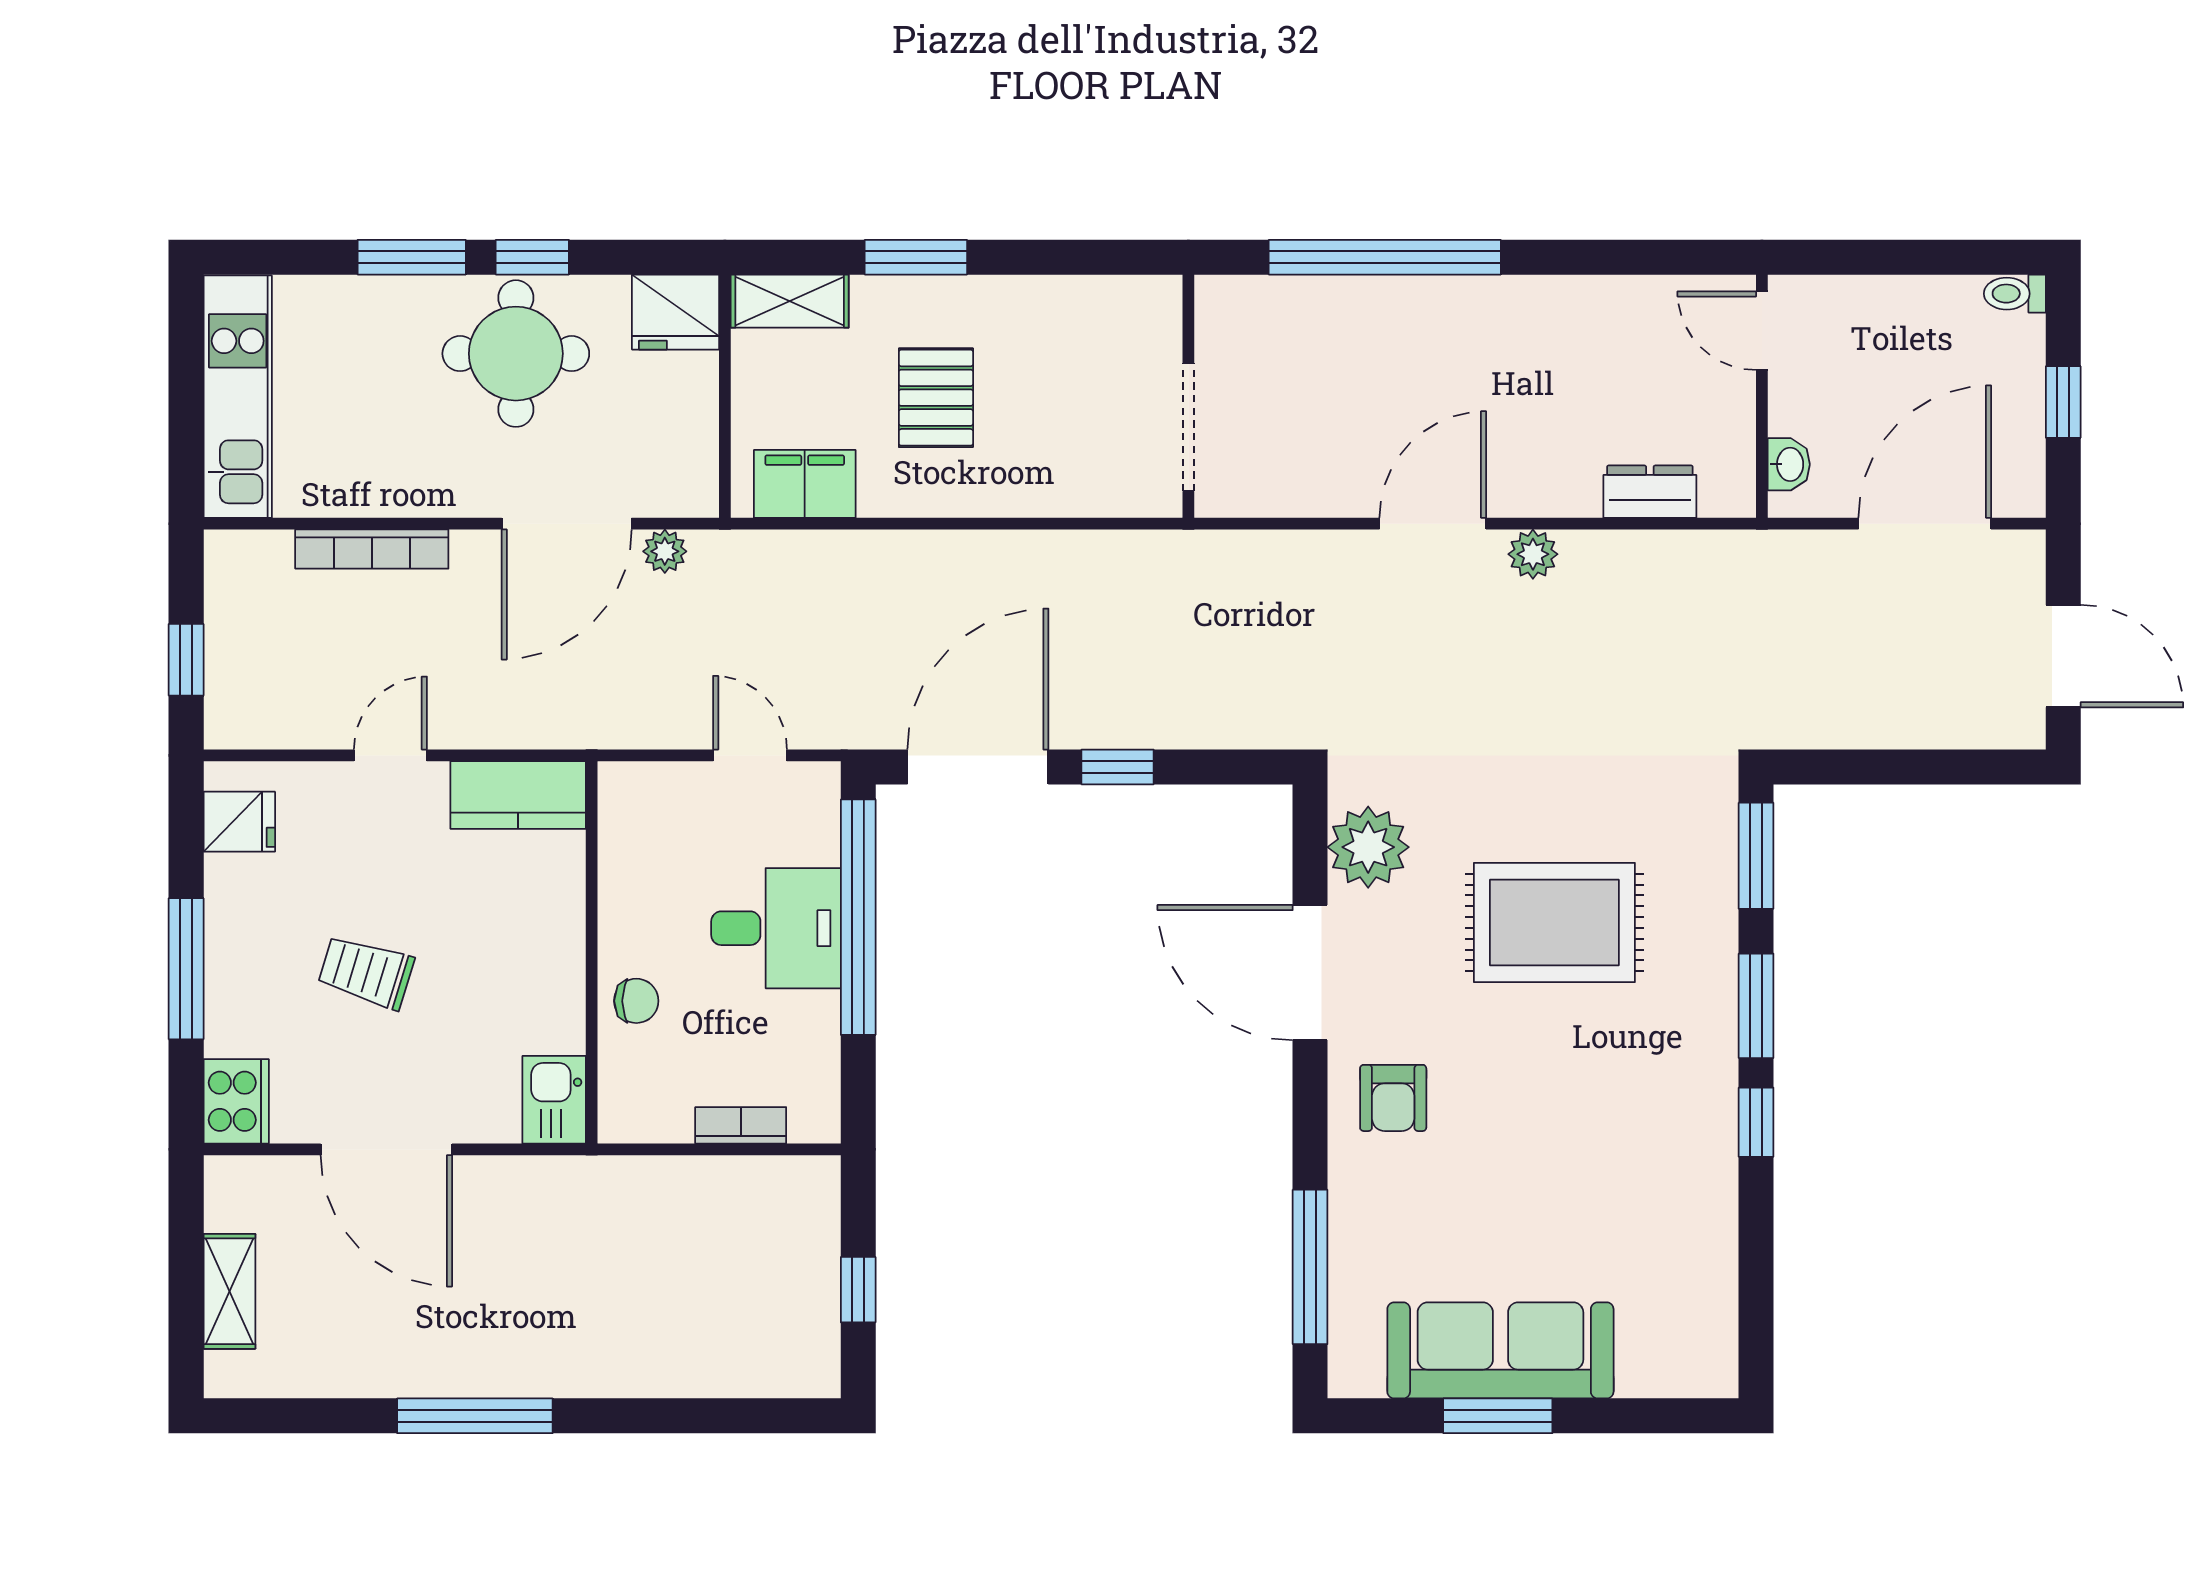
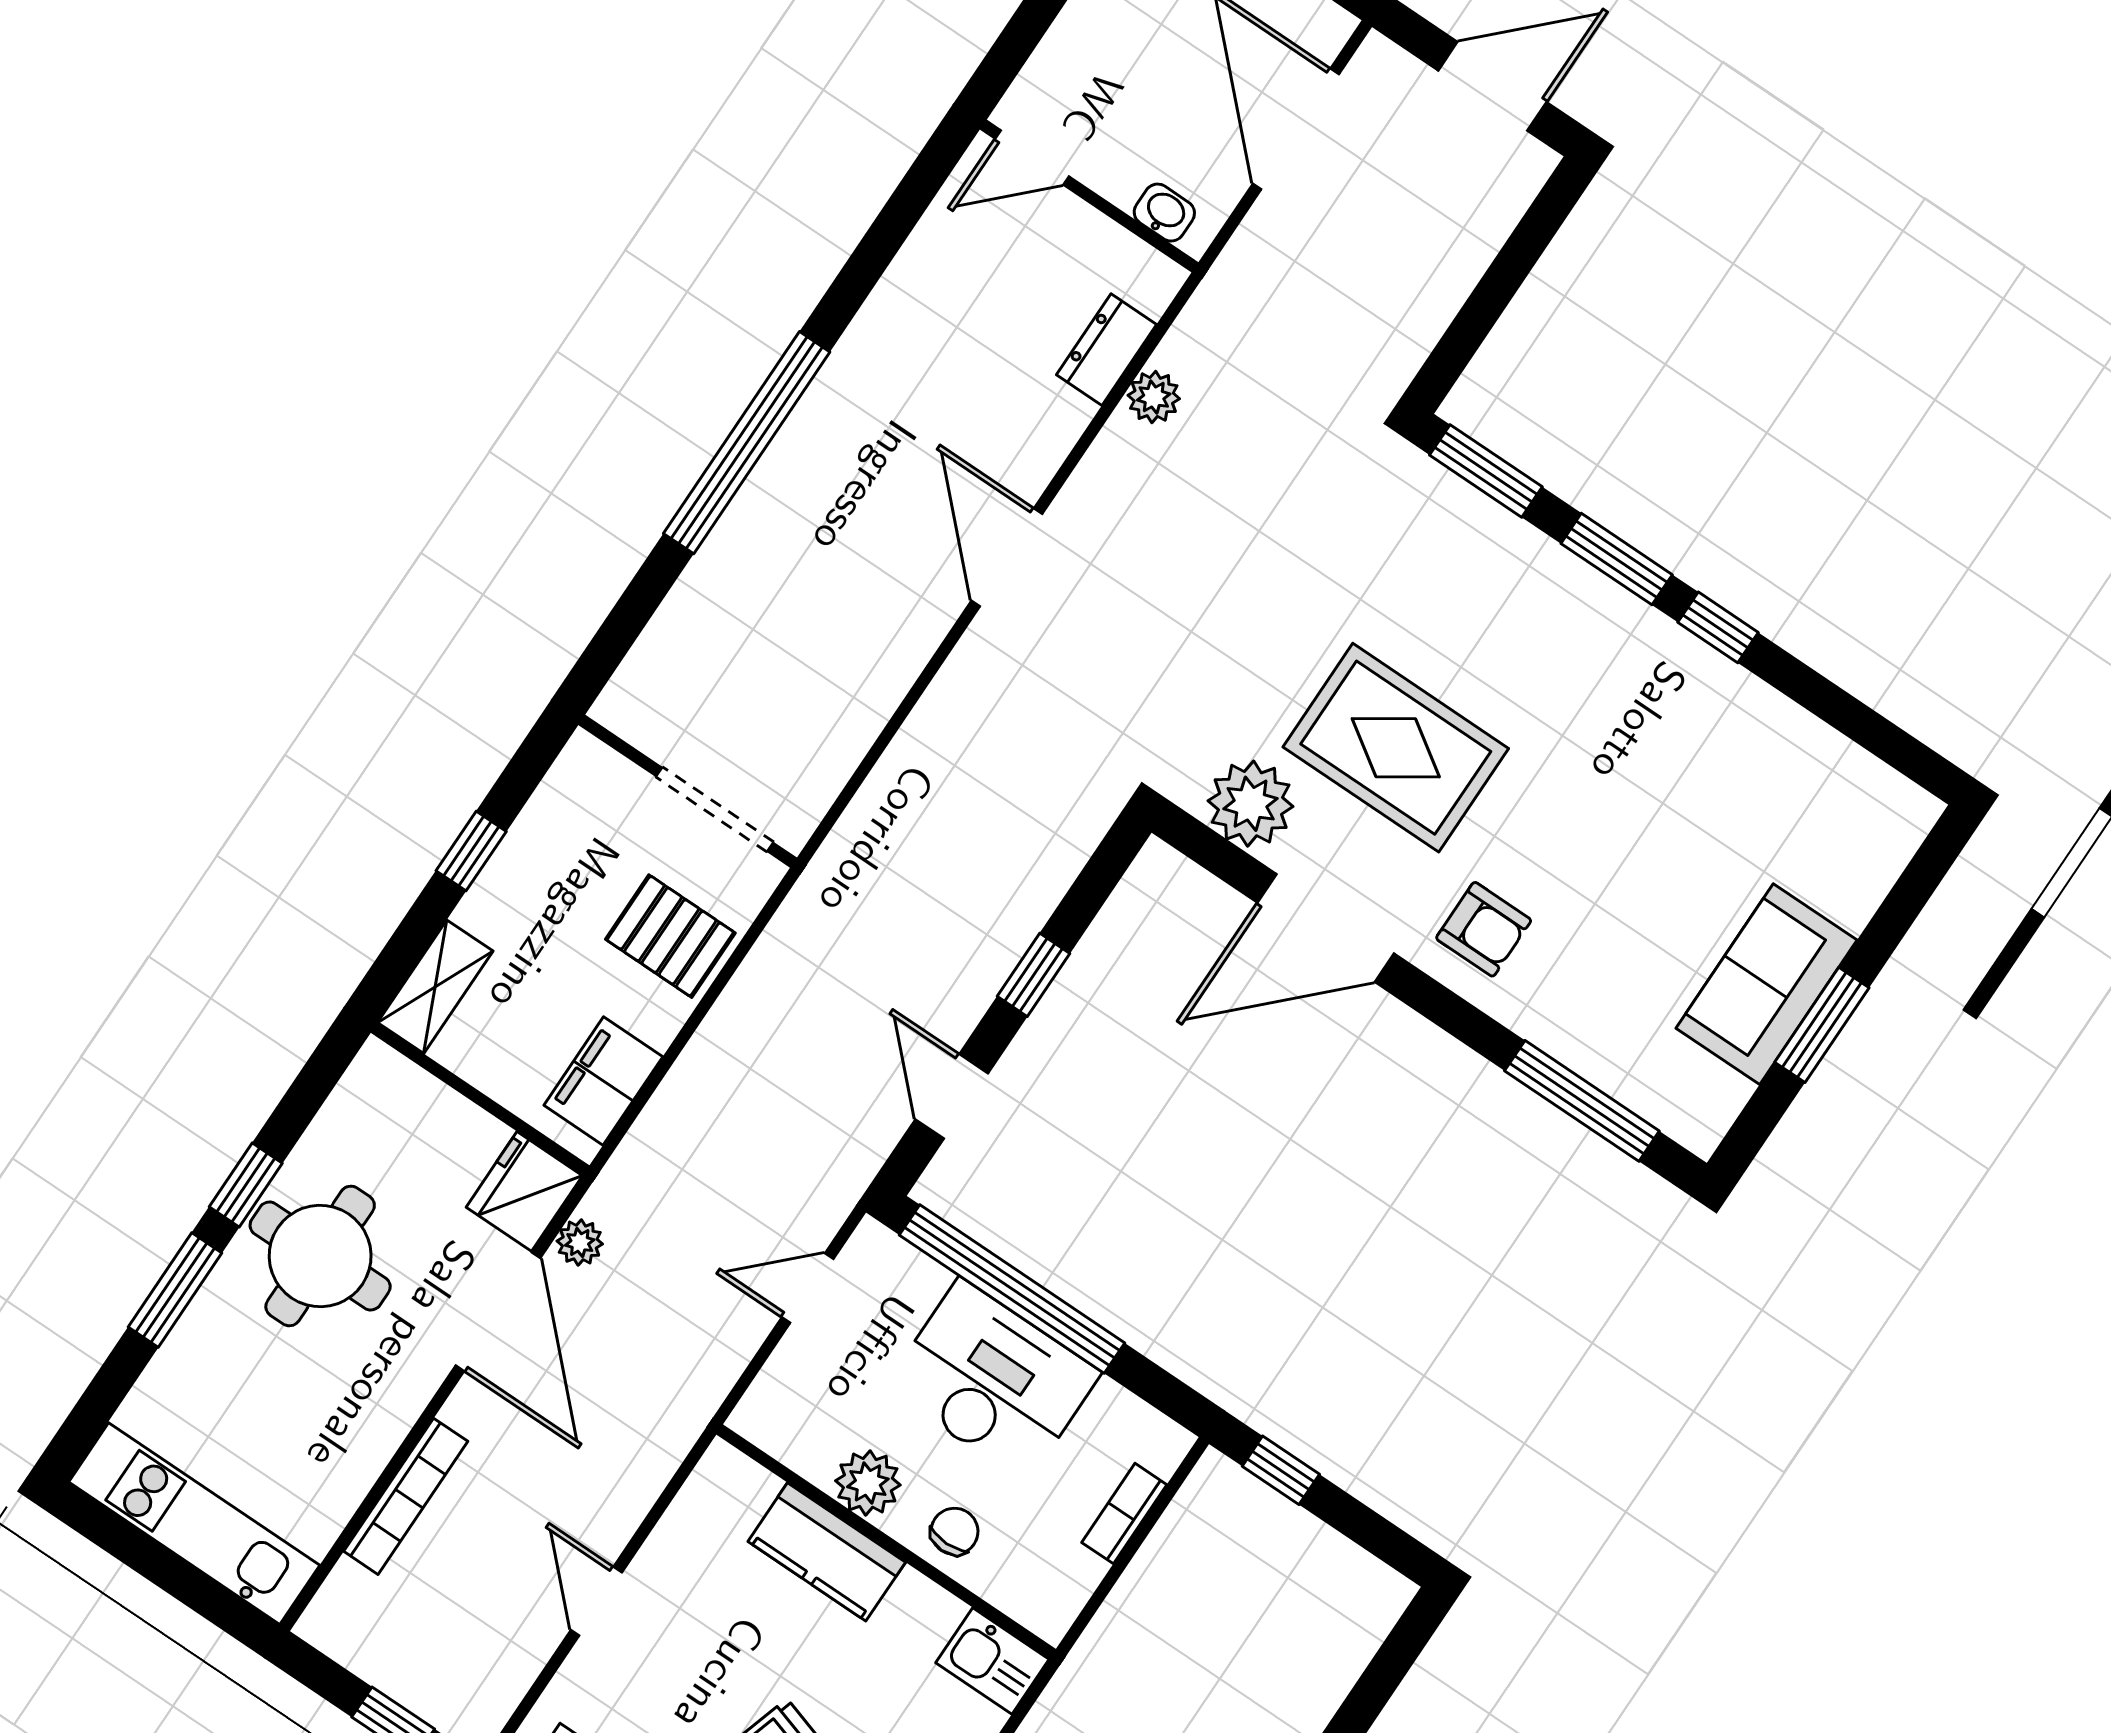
window: (916, 257) -> (471, 851), width x0.67
fridge: (676, 312) -> (524, 1191), moved, turned 180
wall: (1188, 396) -> (688, 791), moved
pallet: (936, 398) -> (670, 936), moved
doorway: (1188, 427) -> (715, 810), moved
plant: (1533, 554) -> (1154, 397), moved
door: (978, 767) -> (952, 1096), width x0.53
kitchen counter: (518, 795) -> (827, 1552), moved, turned 90
plant: (628, 907) -> (868, 1483), added
rug: (1554, 922) -> (1396, 748), moved, turned 90
desk: (776, 928) -> (993, 1380), width x1.37
window: (858, 1290) -> (1281, 1470), moved
sofa: (1500, 1350) -> (1767, 984), width x0.73

